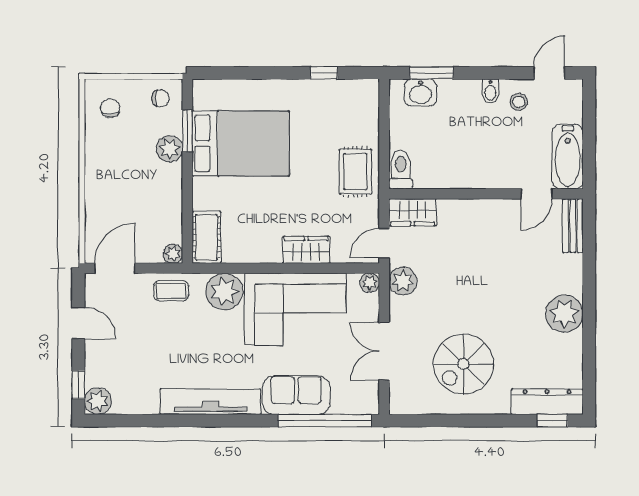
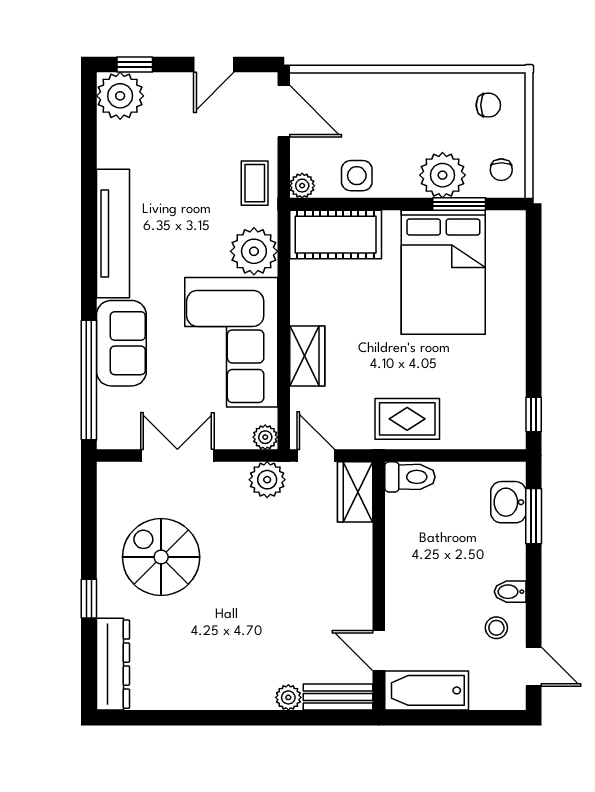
window: (324, 73) -> (534, 414), moved
plant: (170, 149) -> (442, 175), width x1.36, depth x1.36
side table: (165, 211) -> (357, 176), added
cot: (206, 237) -> (336, 235), width x1.37, depth x1.34
plant: (564, 314) -> (288, 697), moved, width x0.53, depth x0.53
plant: (98, 401) -> (120, 96), width x1.36, depth x1.36
window: (552, 421) -> (89, 599), moved

